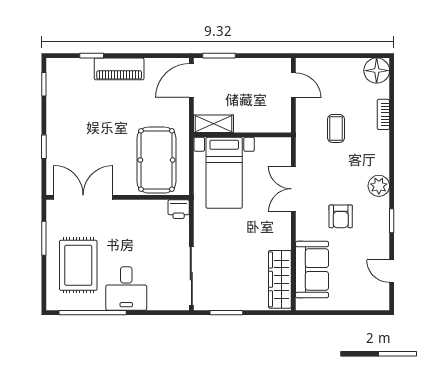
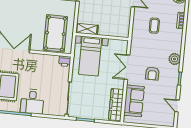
shelving: (214, 124) -> (87, 29), moved
wall: (242, 135) -> (102, 37), moved
bed with nightstands: (224, 173) -> (90, 56), moved
double door: (293, 189) -> (127, 67), moved

